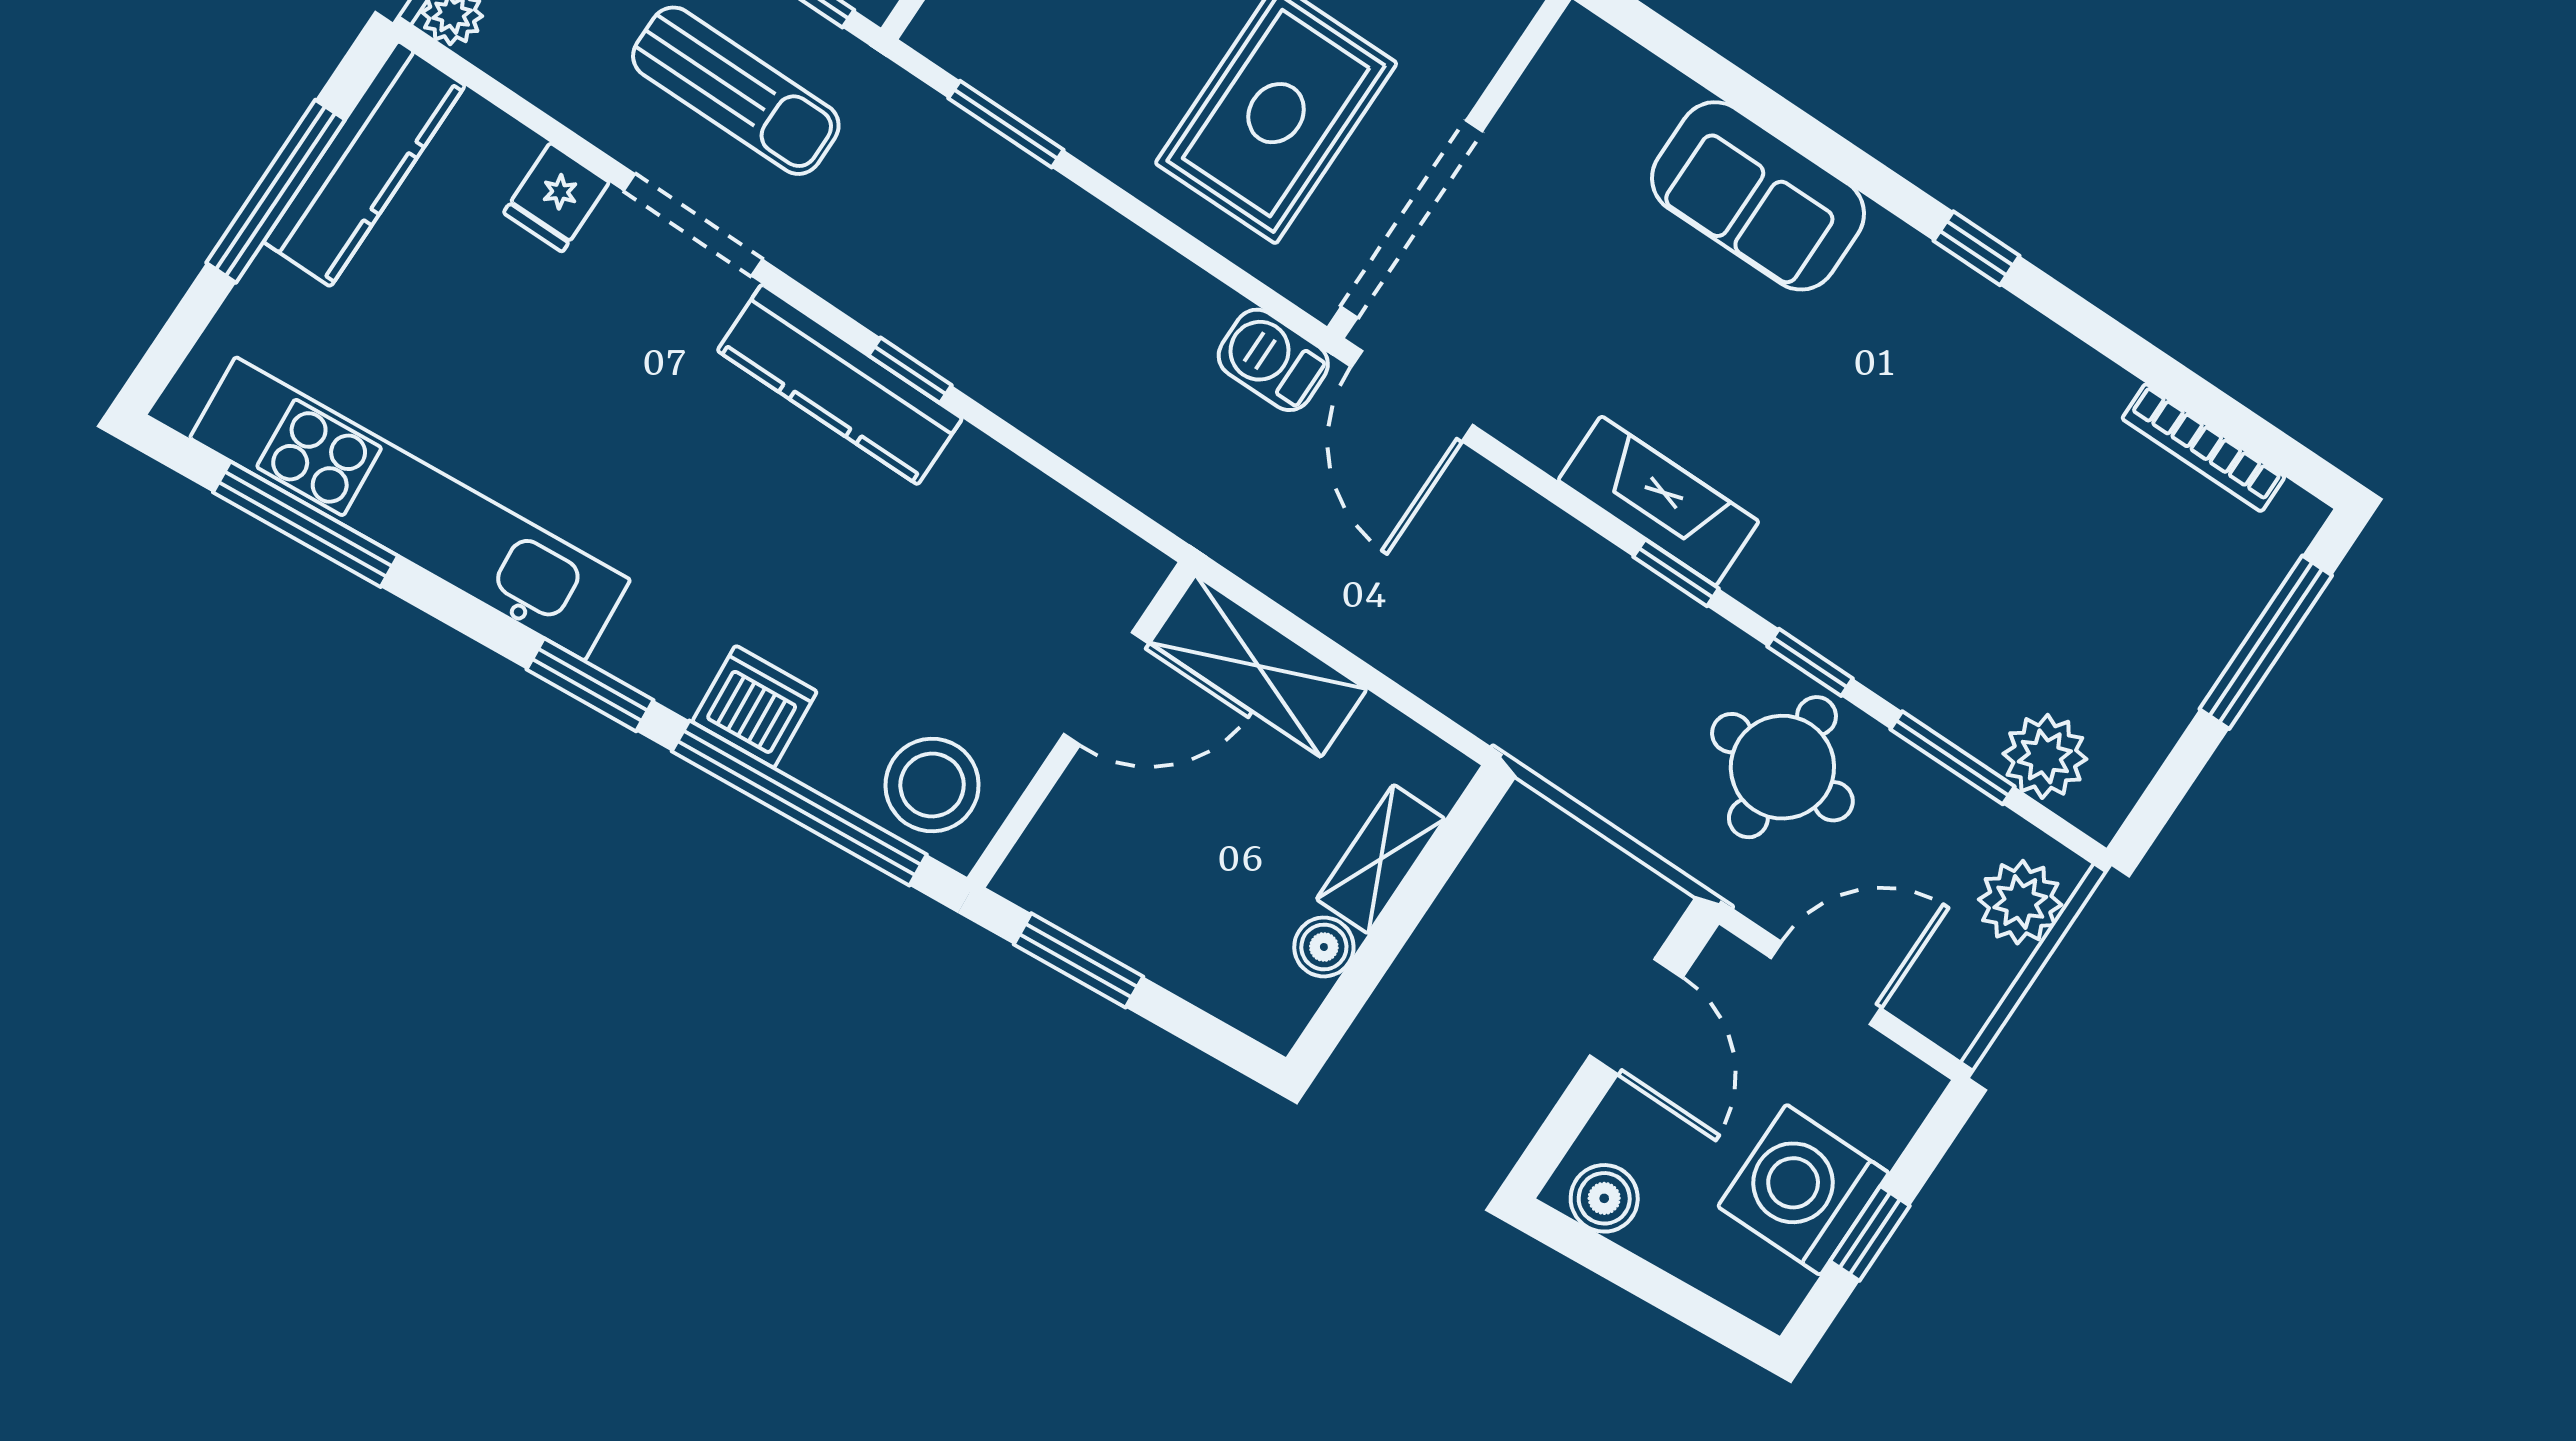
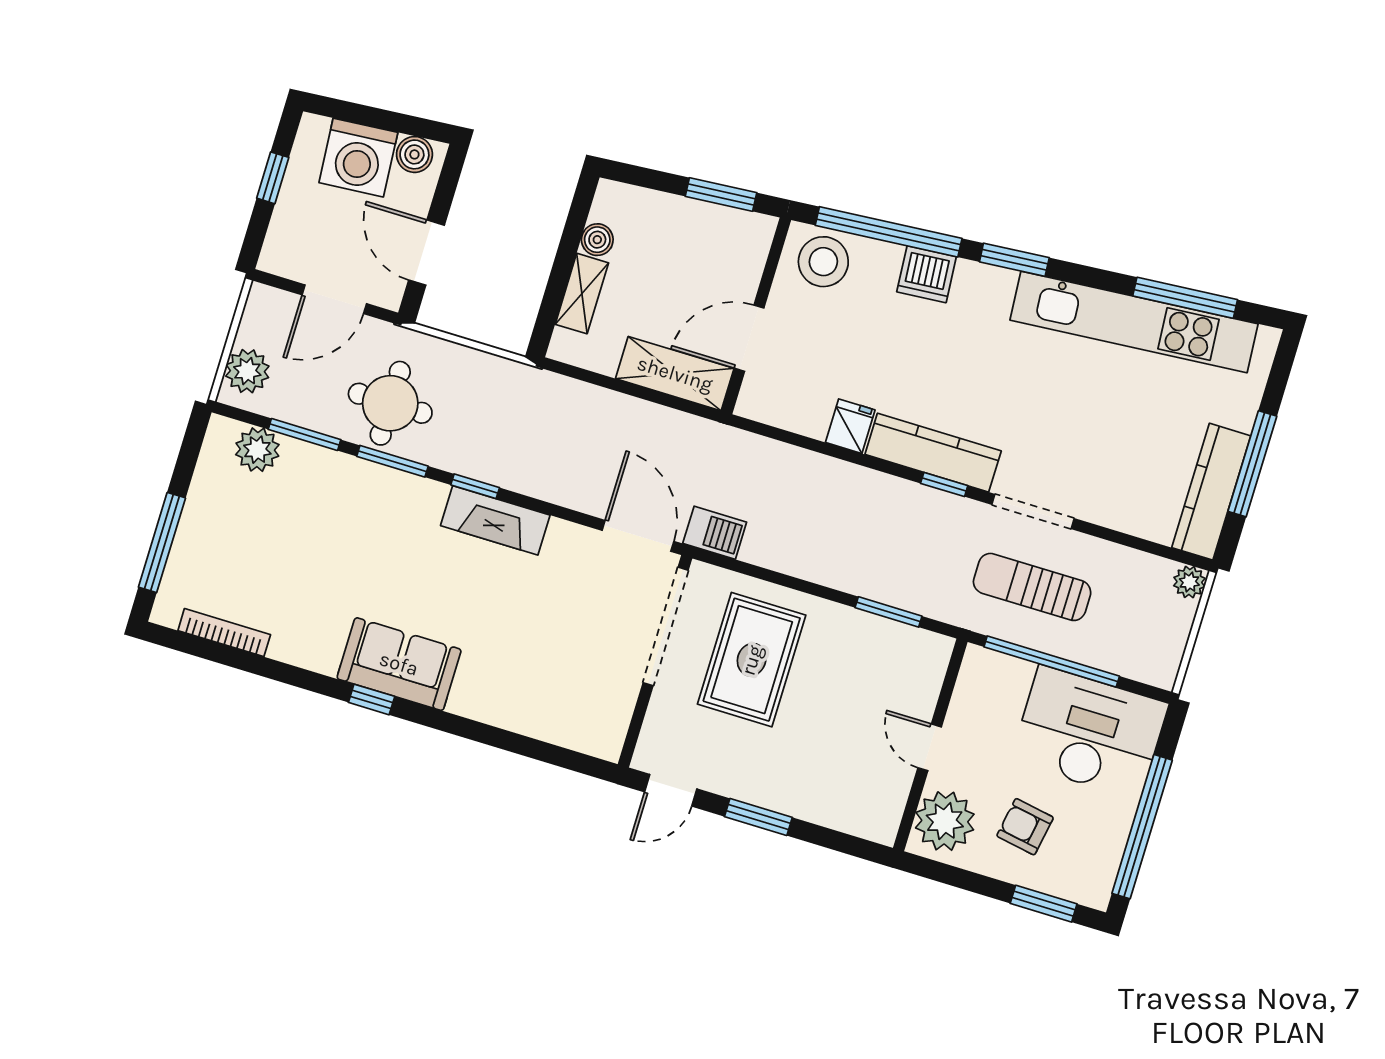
sofa: (1758, 196) -> (399, 664), moved
fridge: (556, 197) -> (850, 426), moved
window: (910, 370) -> (944, 485), moved
window: (1810, 662) -> (392, 461), width x1.50
washing machine: (1803, 1190) -> (358, 158), moved, turned 86

